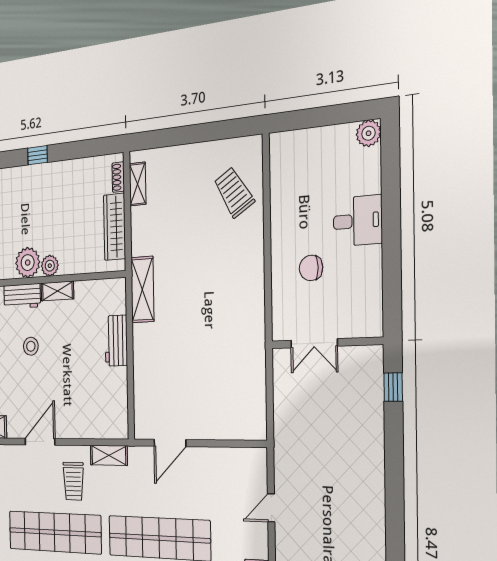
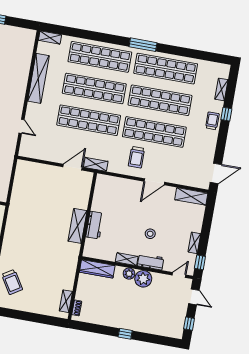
wardrobe: (115, 227) -> (97, 269), moved, turned 90
shelving: (142, 290) -> (77, 226), moved
shelving: (109, 455) -> (96, 164), moved
trolley: (73, 481) -> (136, 157), turned 180
door: (271, 508) -> (21, 126), hinge flipped

